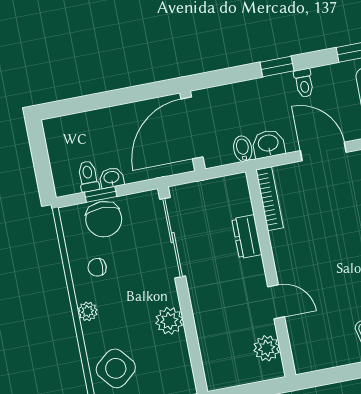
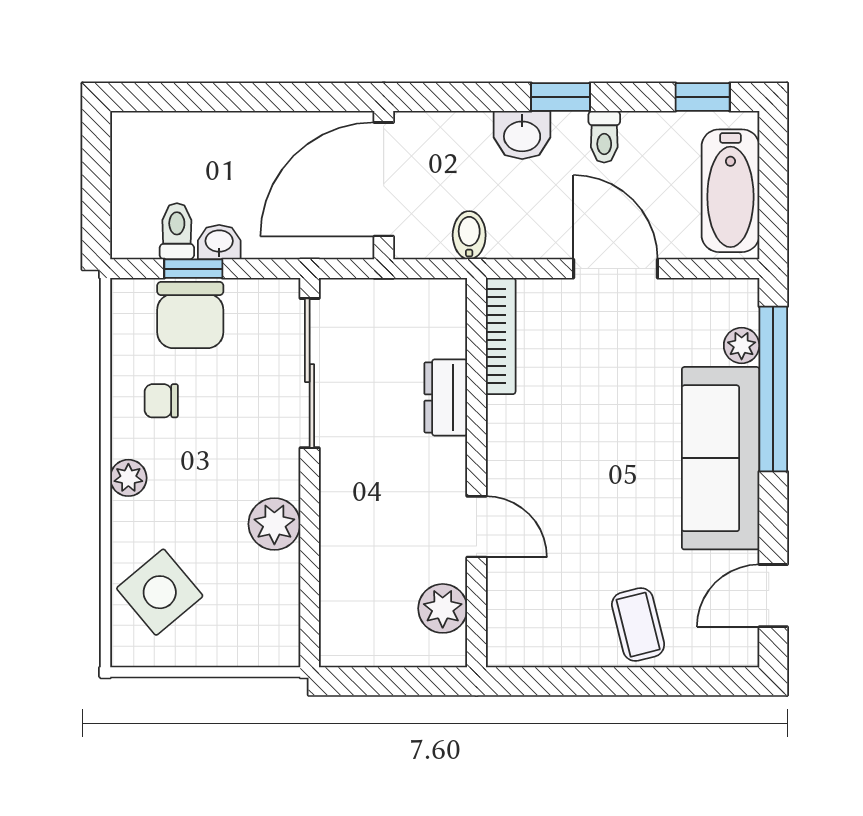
washbasin: (268, 144) -> (522, 135), moved, turned 180

